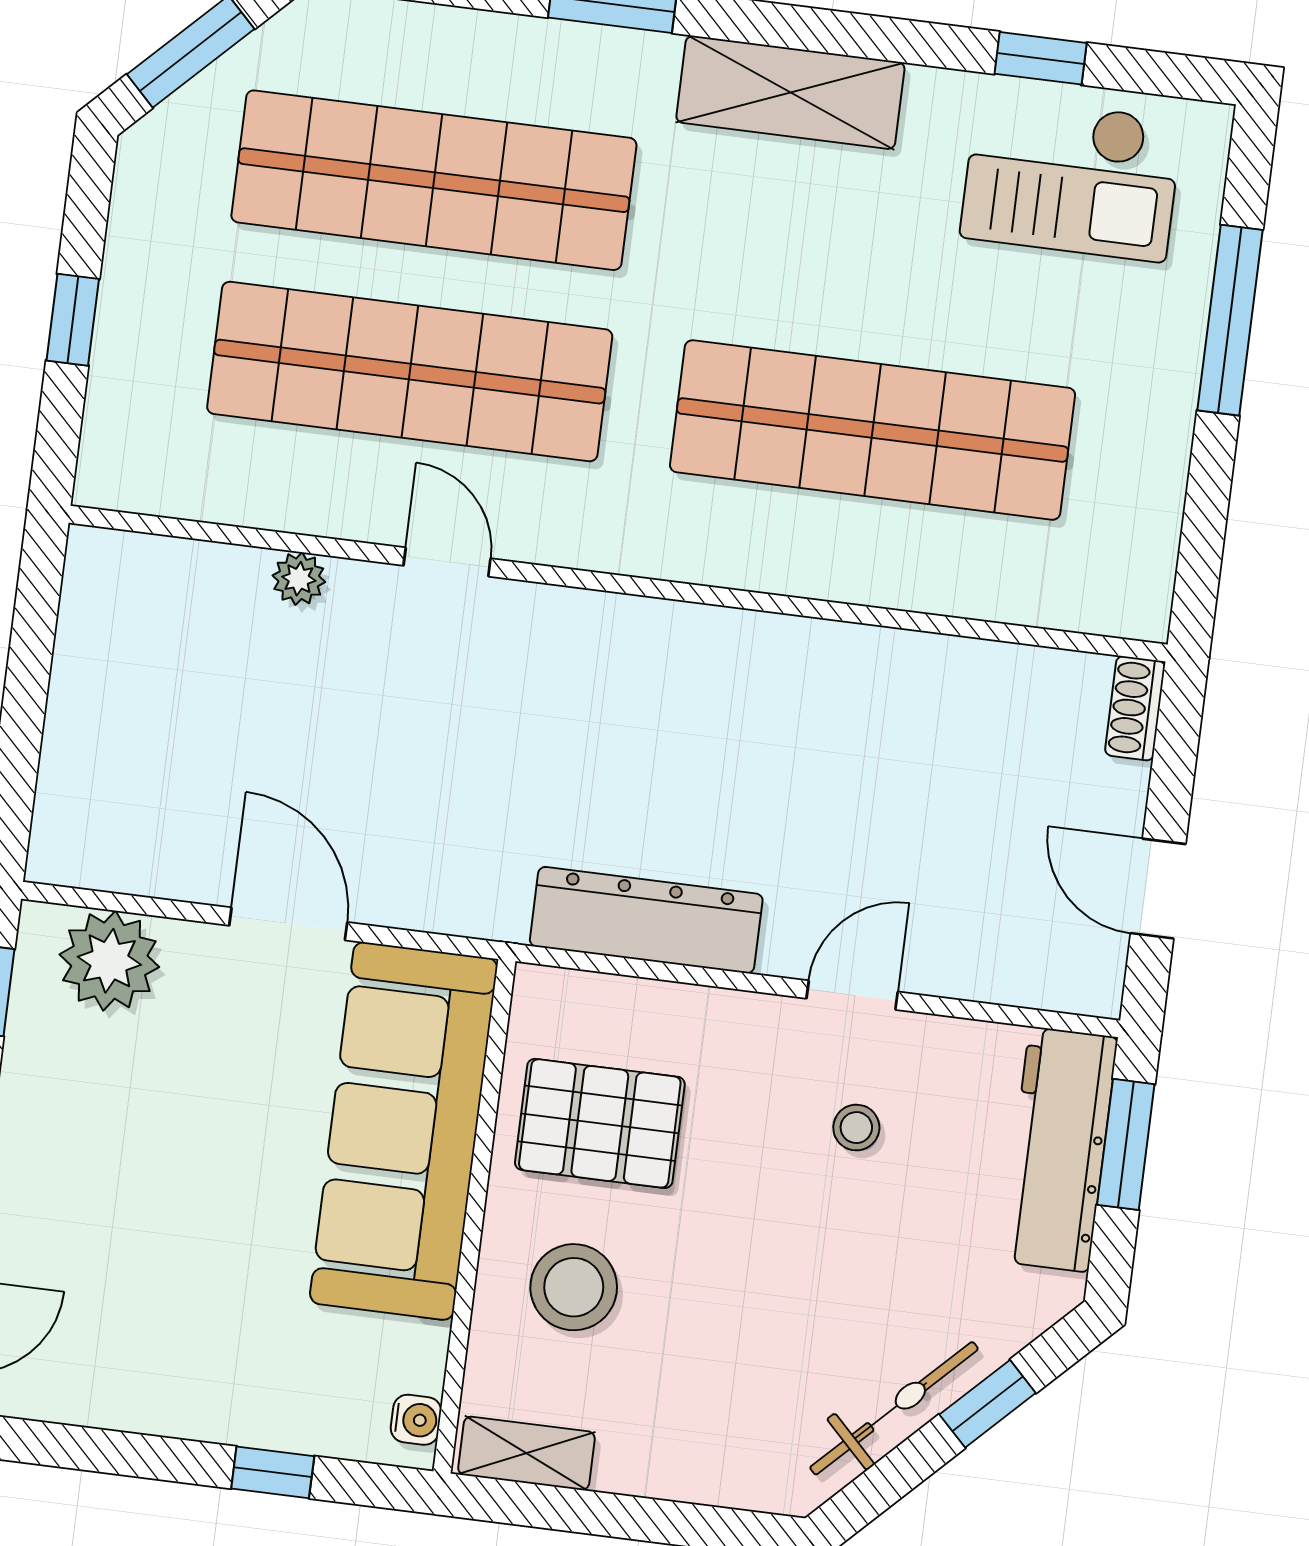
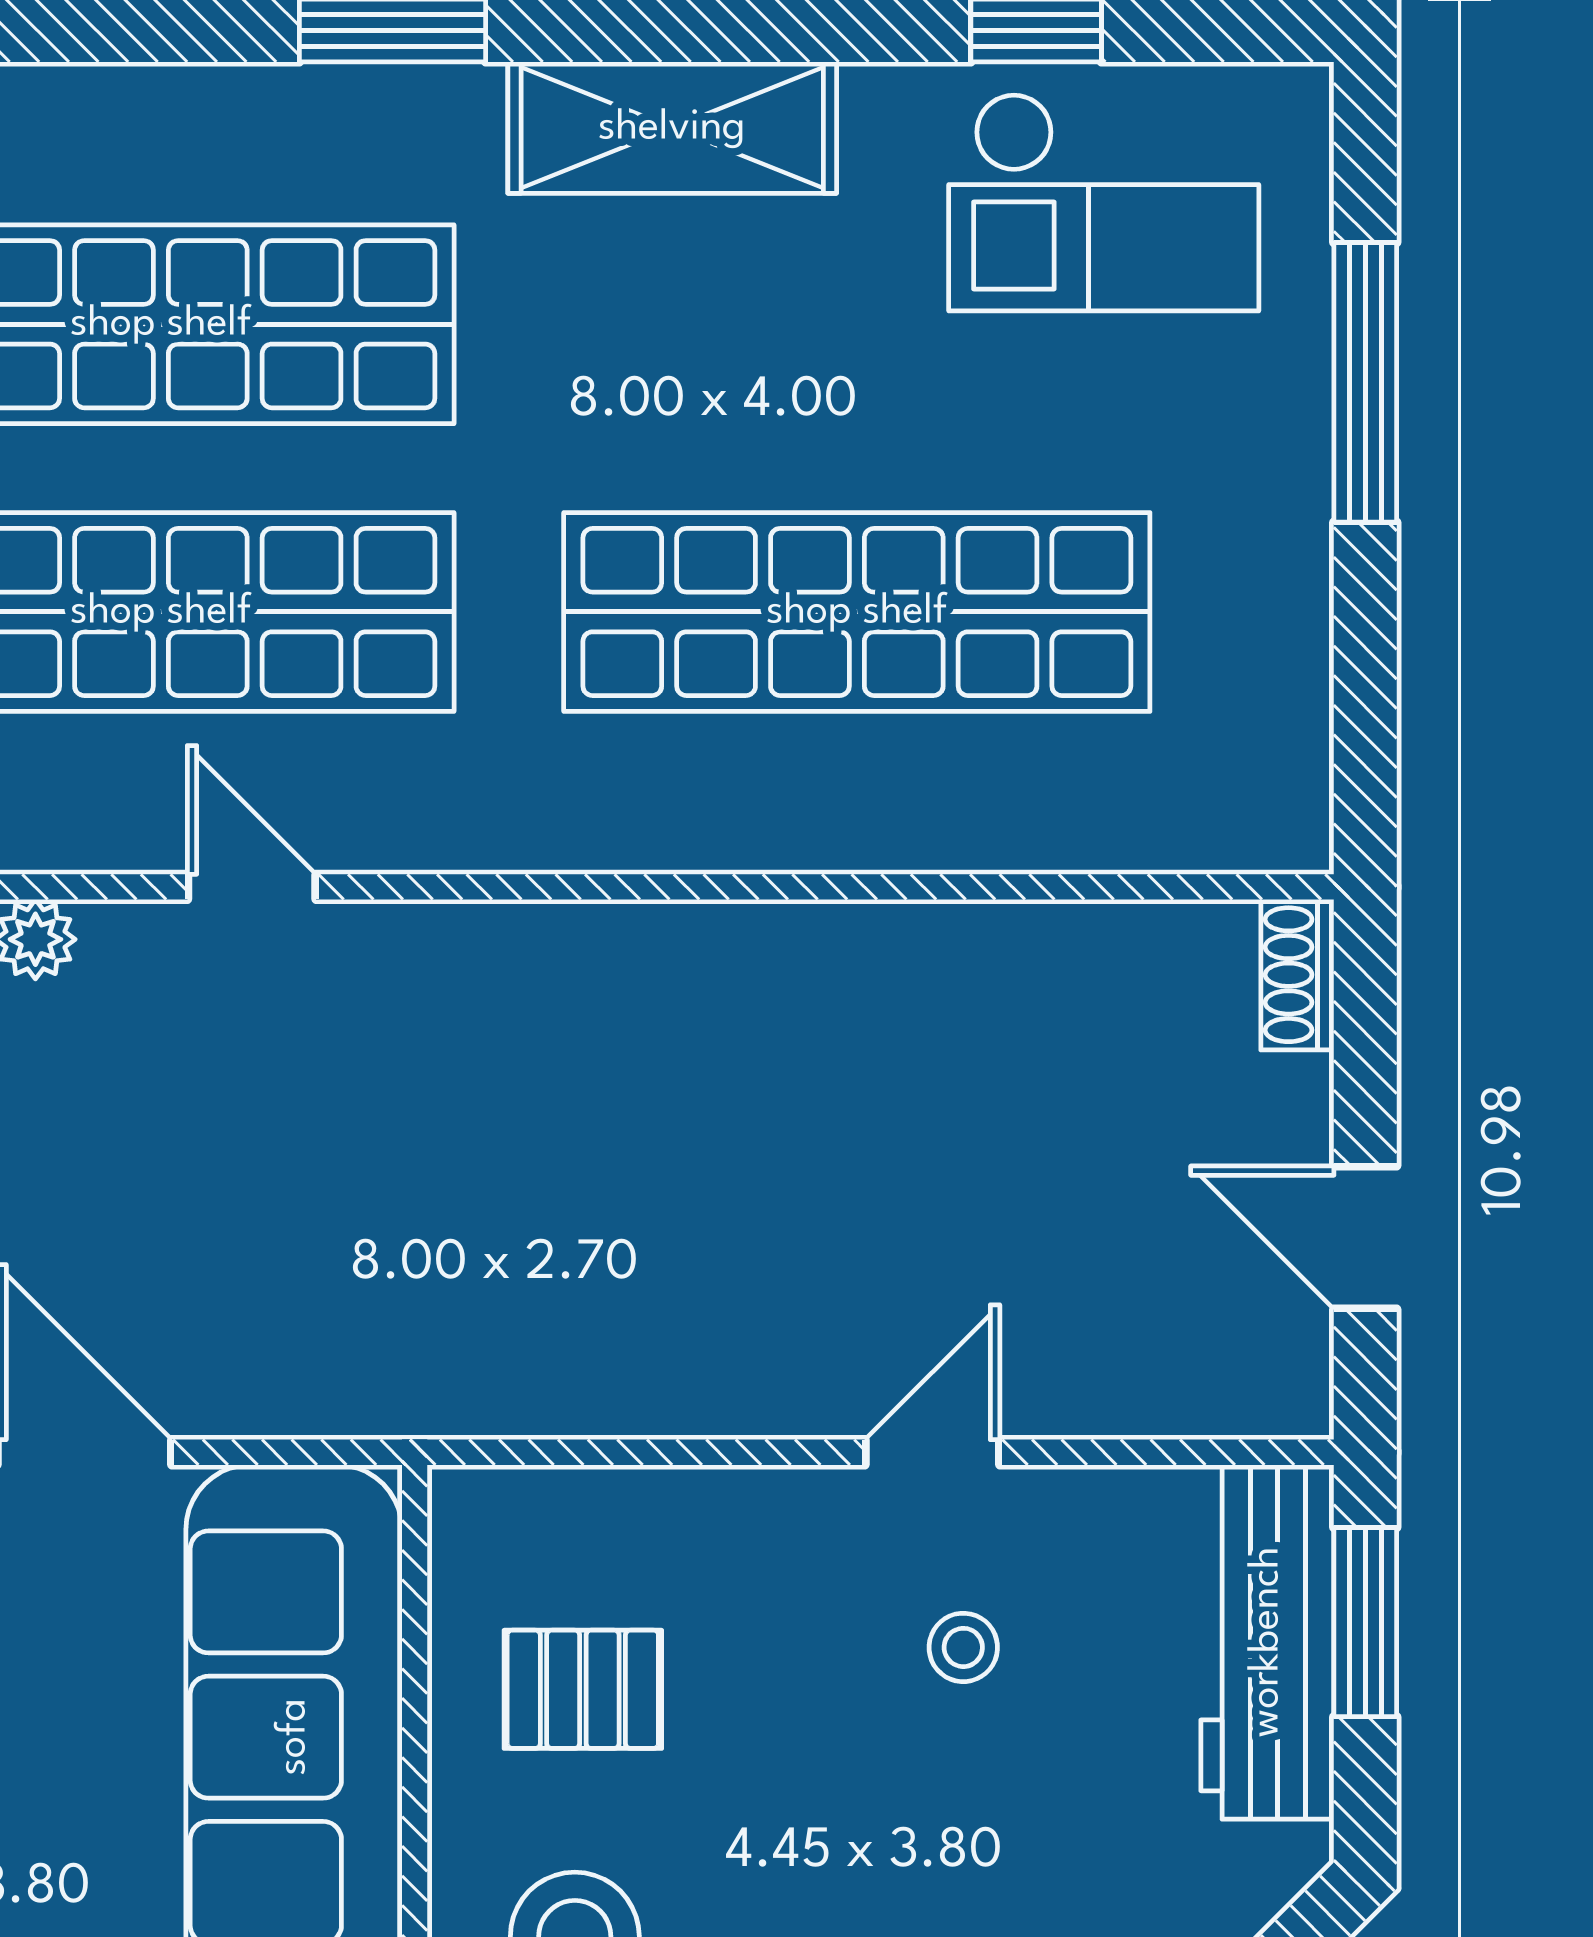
dresser: (646, 920) -> (614, 1380), removed
pallet: (600, 1123) -> (583, 1689), width x0.67, depth x0.71

